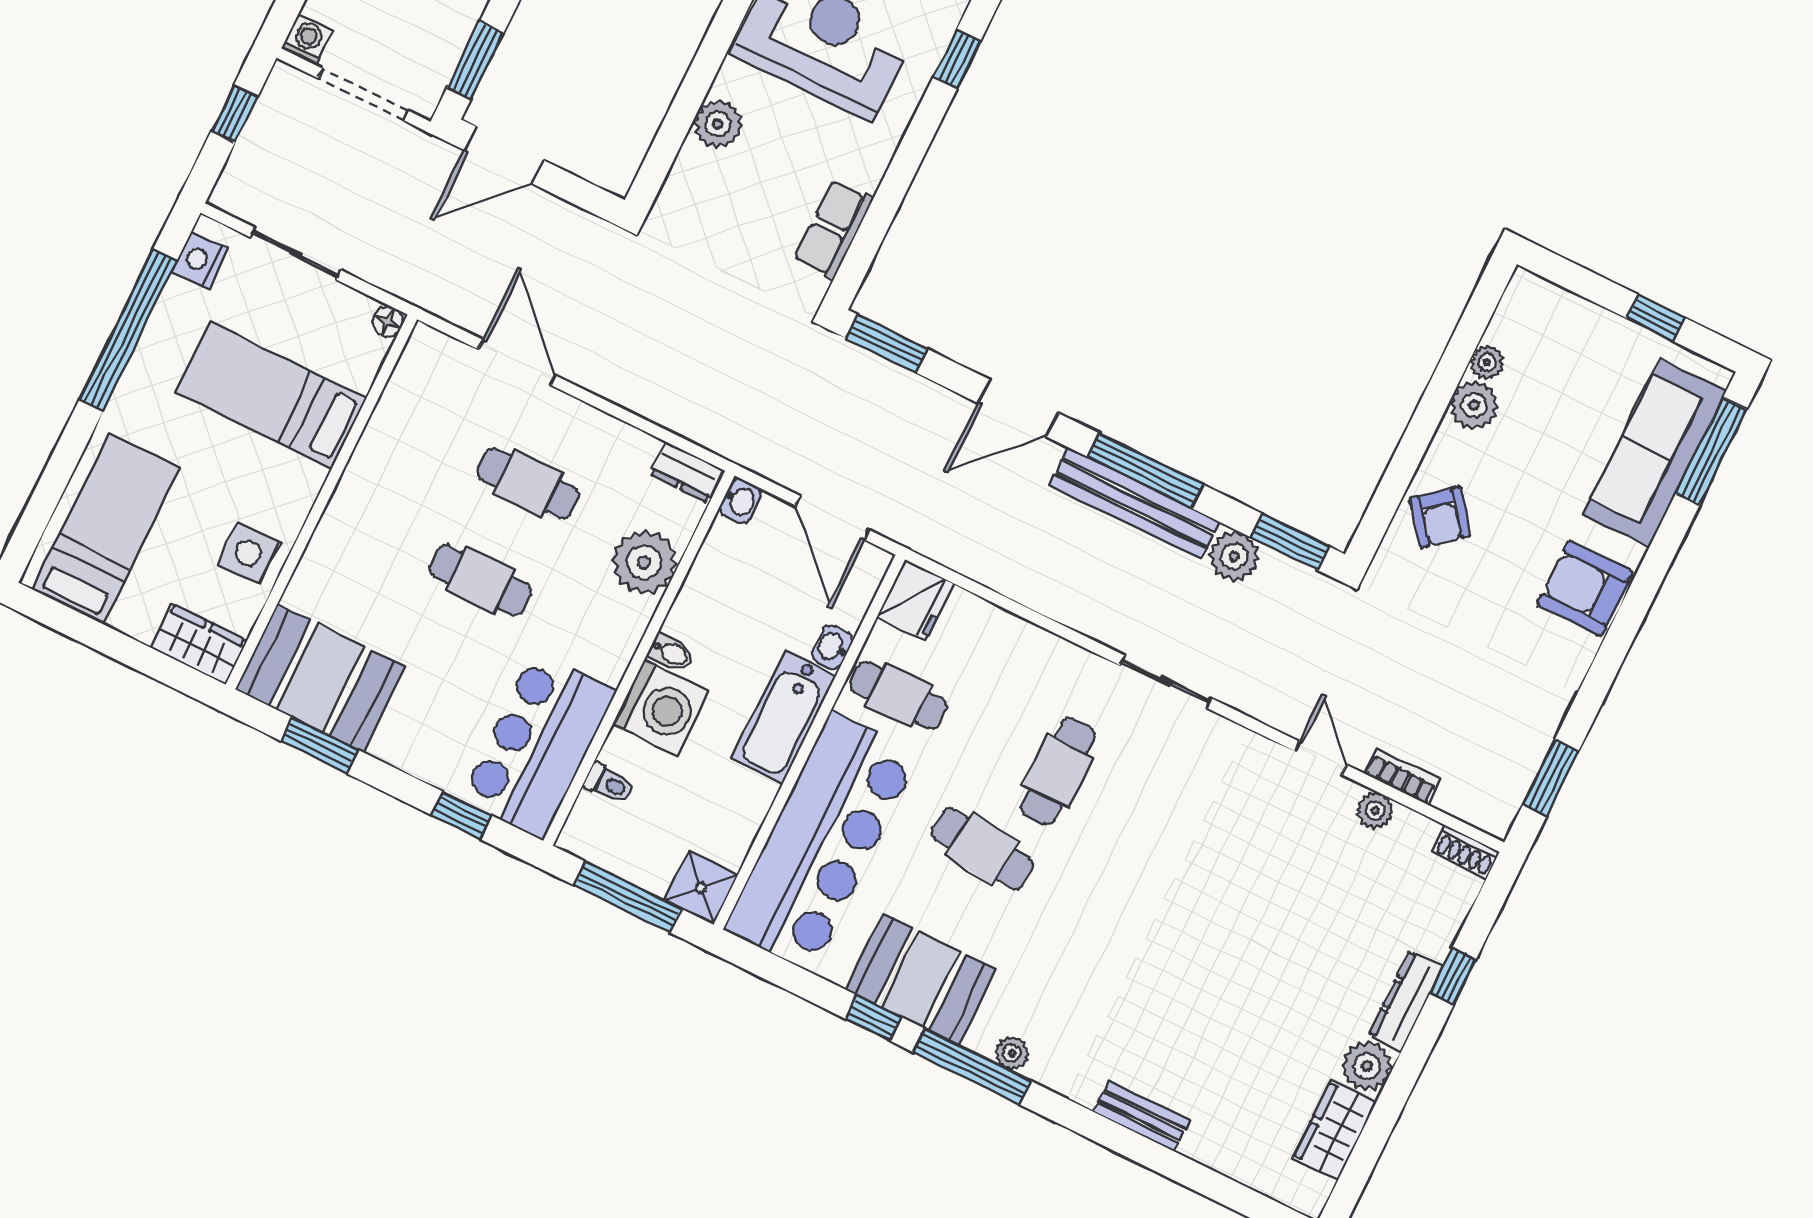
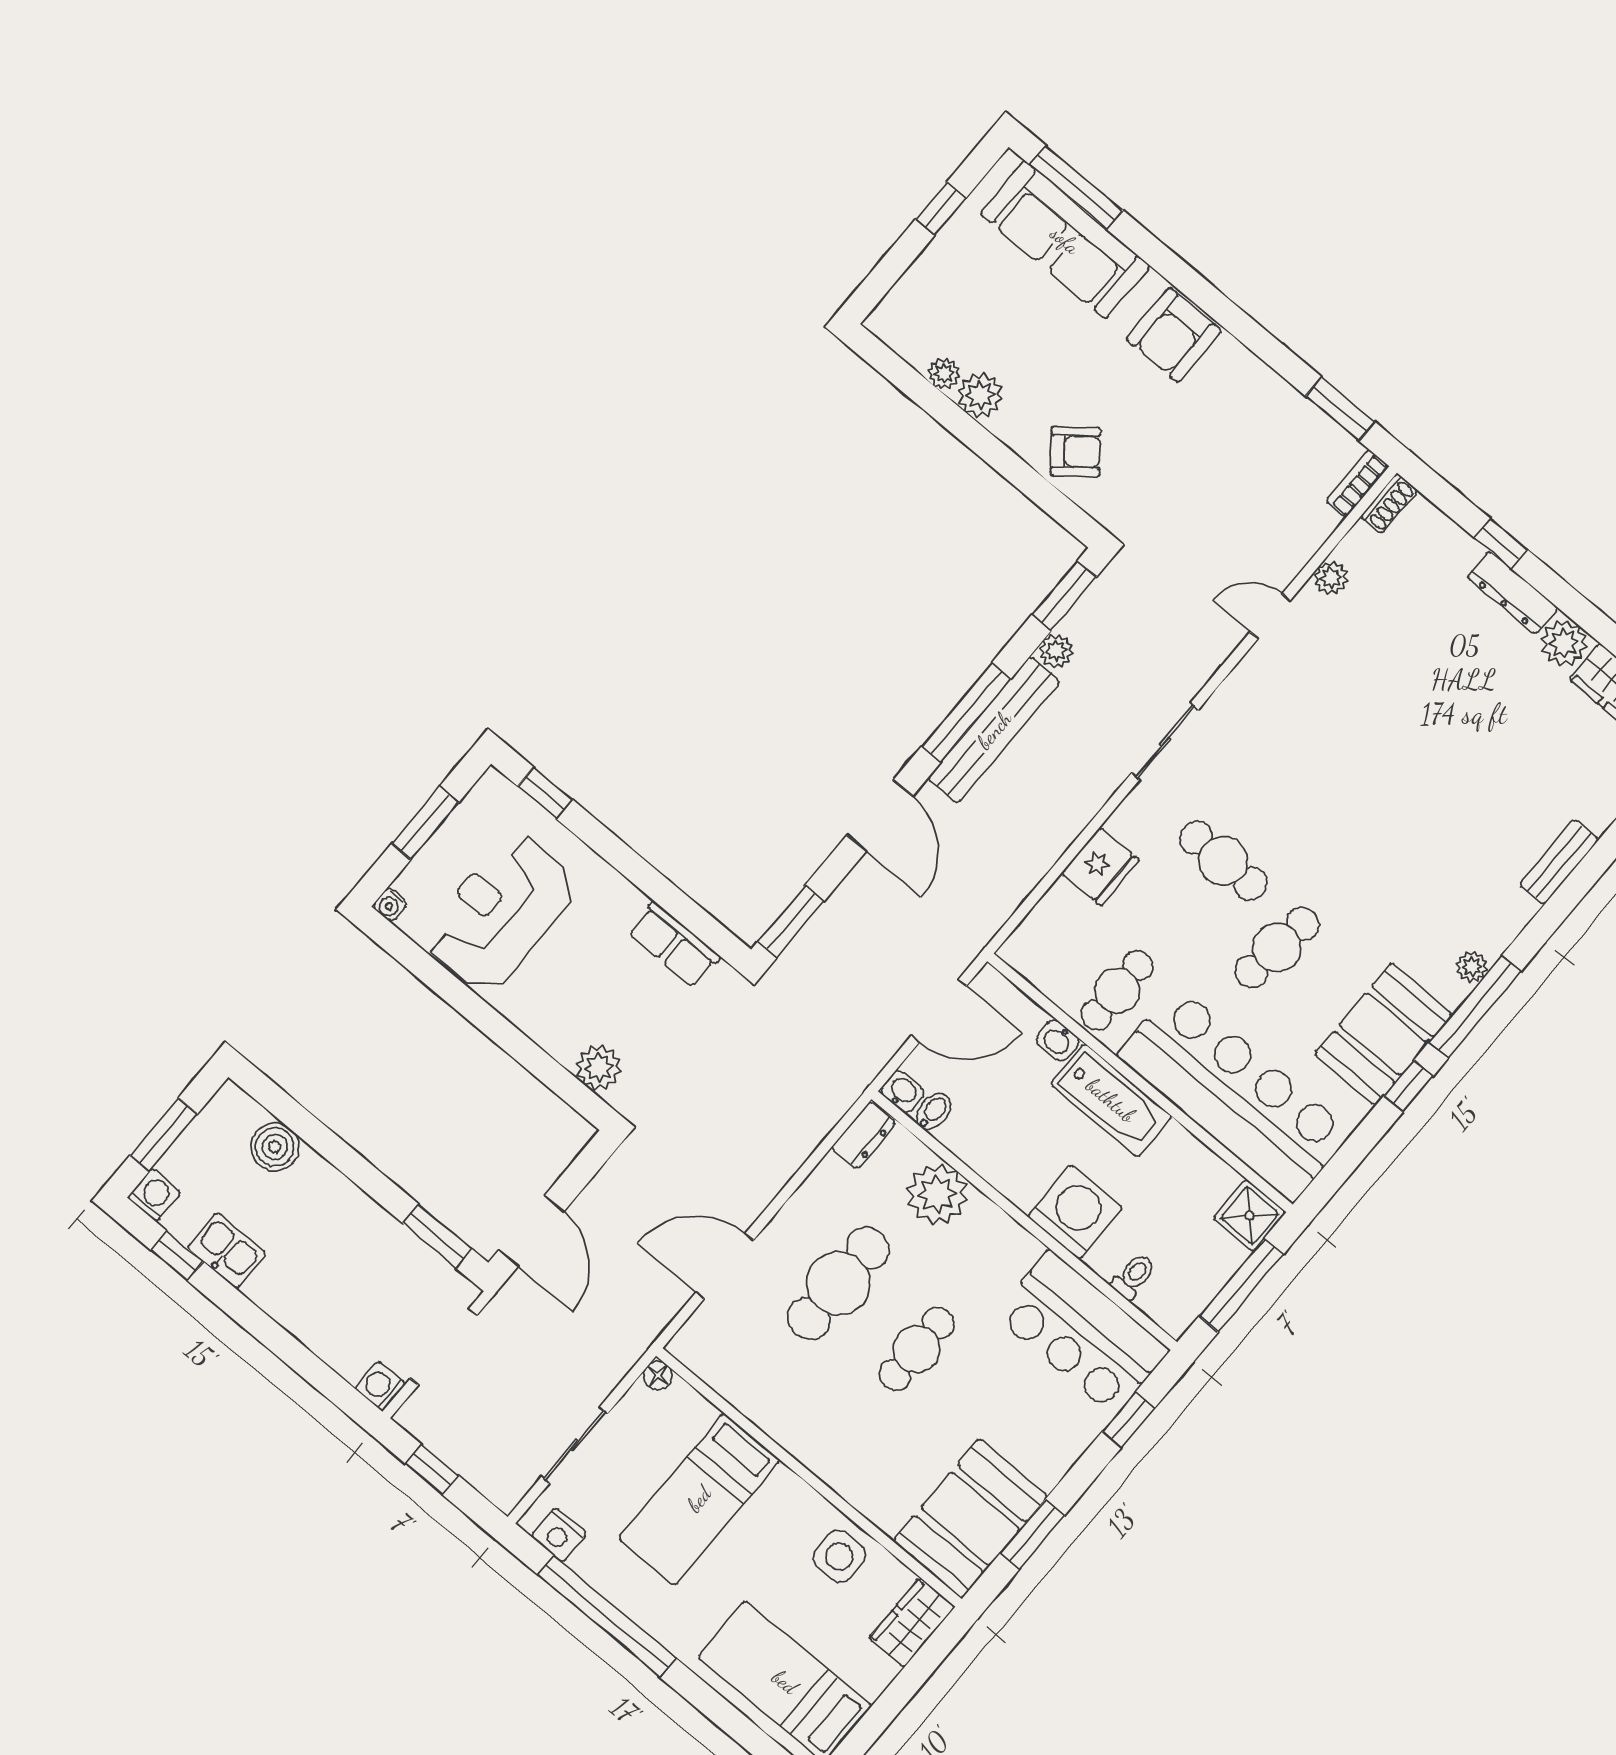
plant: (718, 124) -> (599, 1068), moved
cafe table: (528, 483) -> (838, 1283), width x1.37, depth x1.35
plant: (1234, 556) -> (1056, 651), width x0.73, depth x0.73
fridge: (916, 600) -> (1100, 867), moved, turned 90
bidet: (671, 653) -> (933, 1112), moved
bookcase: (1402, 776) -> (1357, 483), moved

